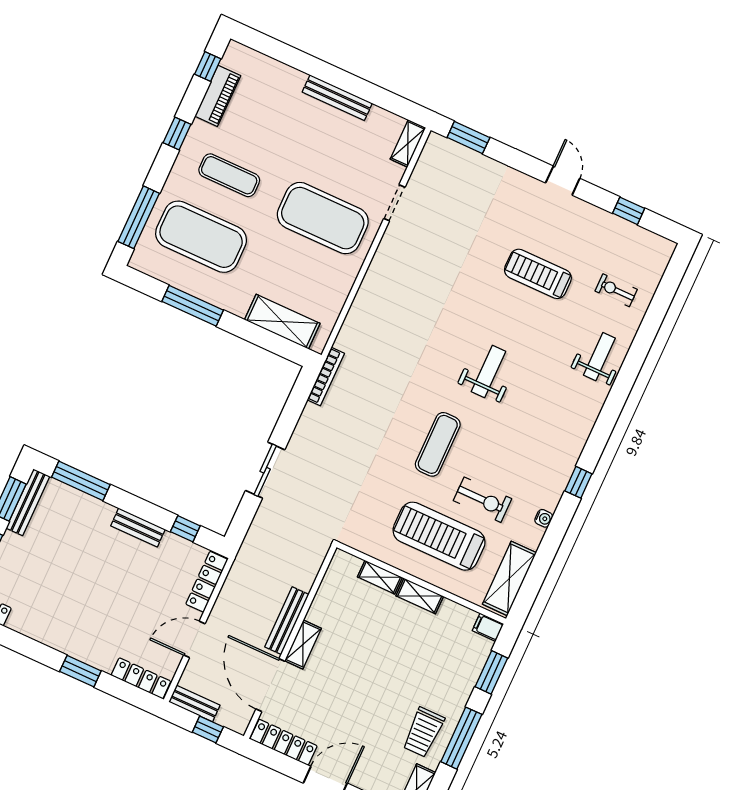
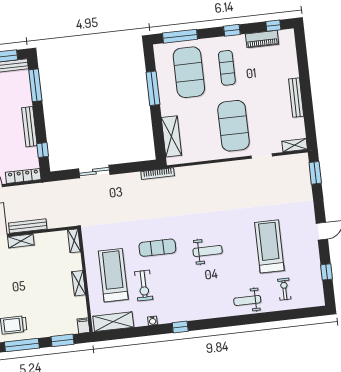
treadmill: (538, 274) -> (269, 246), width x1.37, depth x1.38
weight bench: (599, 357) -> (247, 300), turned 180
bench: (138, 528) -> (29, 127), width x1.36
shelving: (380, 577) -> (74, 241), moved

